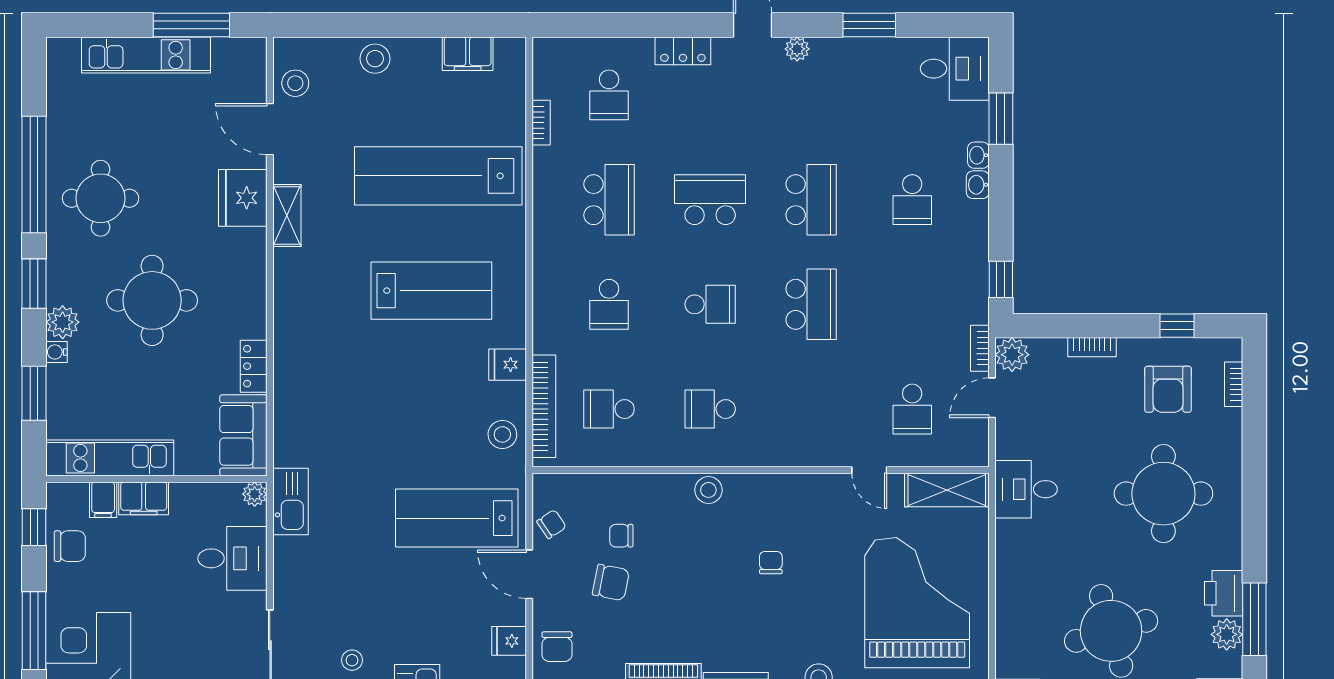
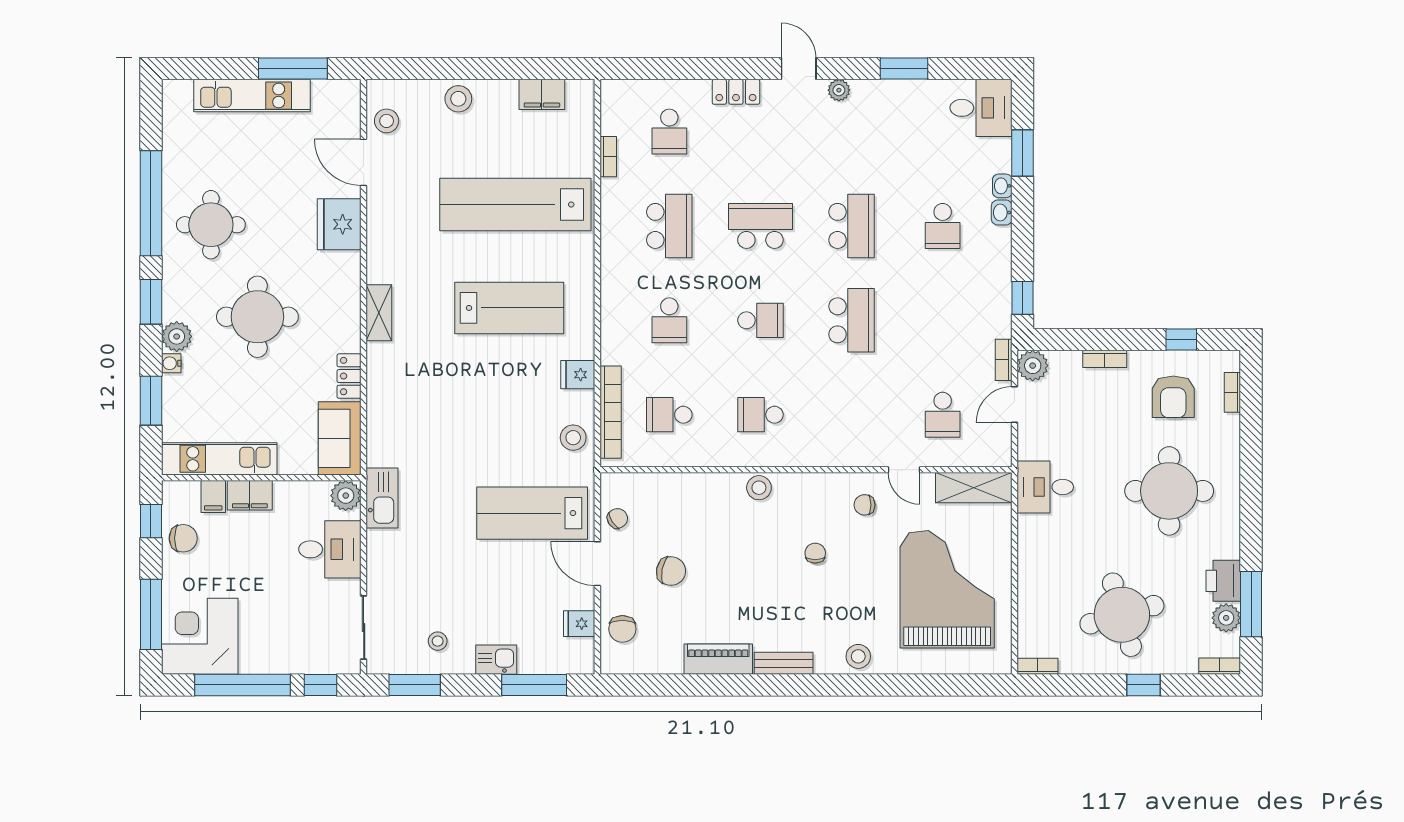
shelving: (287, 216) -> (379, 313), moved
plant: (255, 494) -> (346, 496), width x1.38, depth x1.38
chair: (621, 536) -> (864, 505), moved

